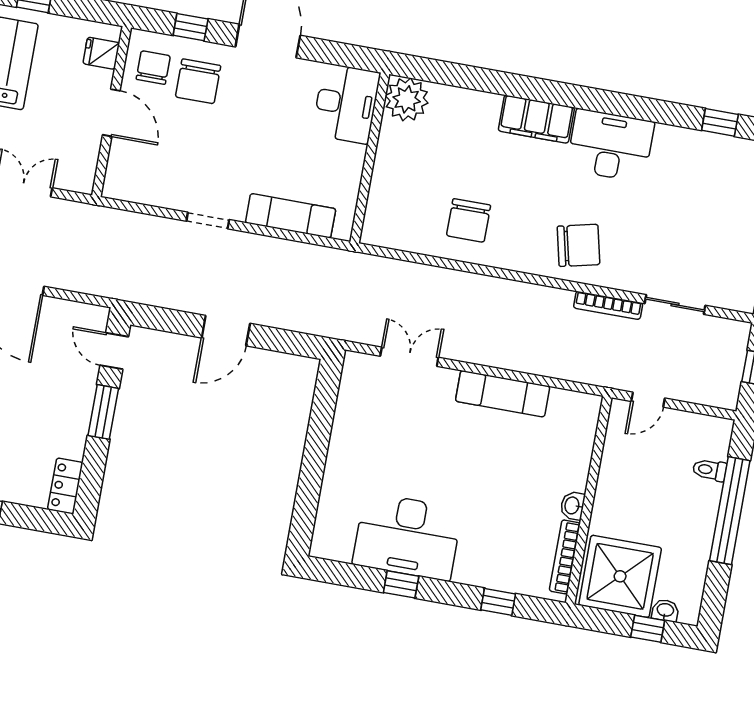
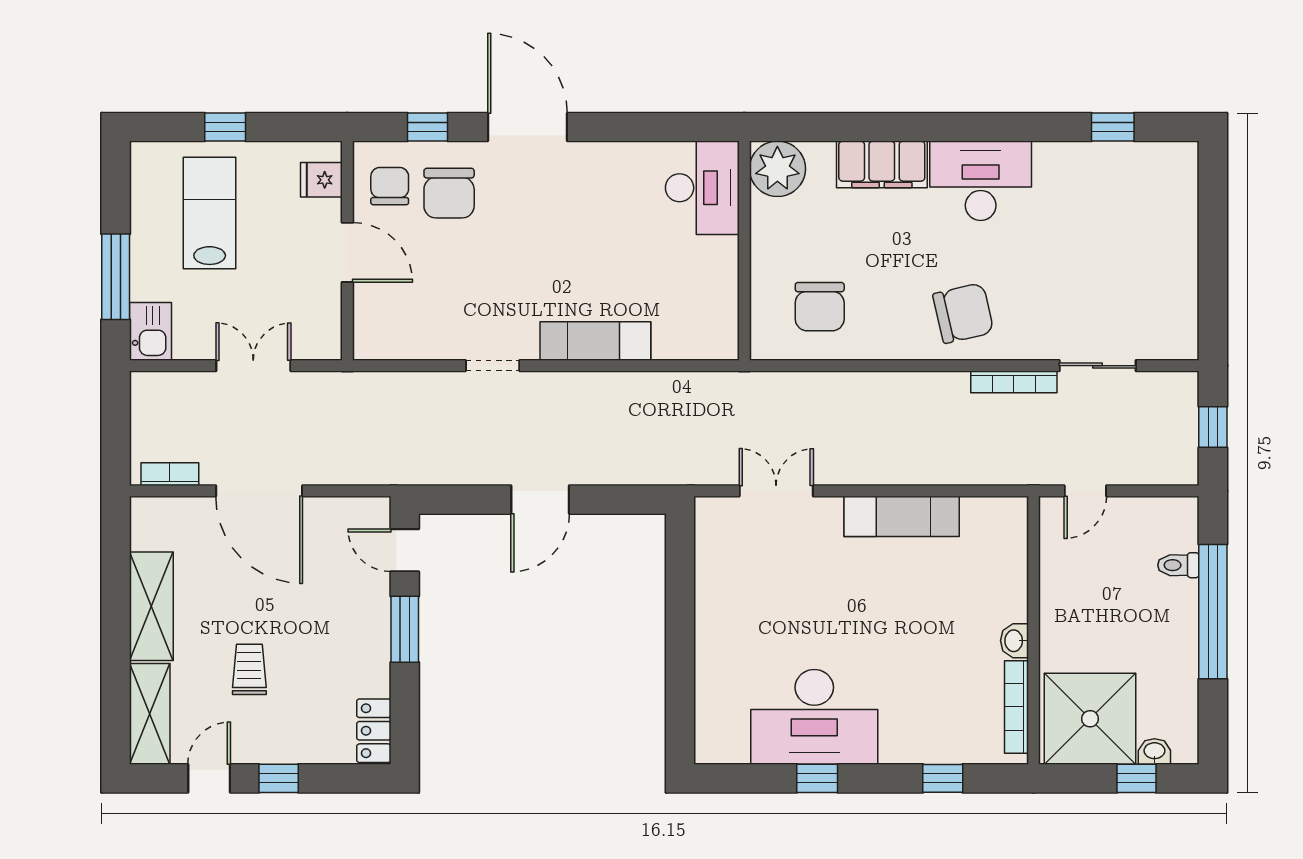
plant: (407, 99) -> (777, 169), moved
desk: (346, 104) -> (702, 188), moved
wall: (370, 158) -> (744, 251), moved

